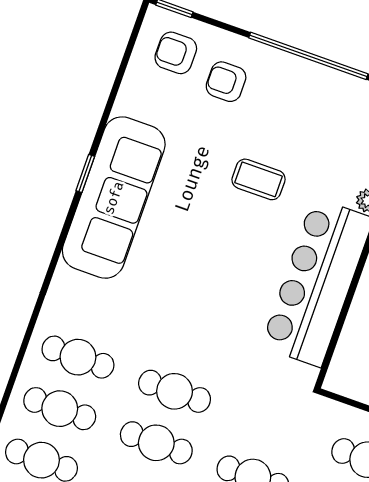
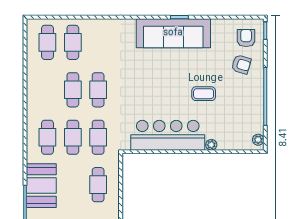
armchair: (226, 82) -> (241, 64), turned 106
coffee table: (259, 179) -> (204, 94), turned 90
cafe table: (78, 357) -> (98, 137), moved

